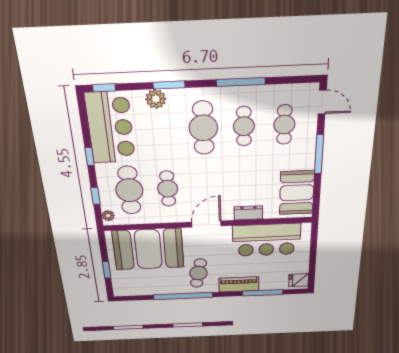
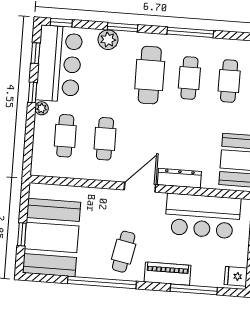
cafe table: (129, 190) -> (65, 136), width x0.73, depth x0.74
window: (95, 196) -> (35, 53), moved
dresser: (248, 213) -> (179, 178), width x1.44
plant: (108, 216) -> (42, 108), moved
booth: (148, 249) -> (52, 237), moved, turned 90

